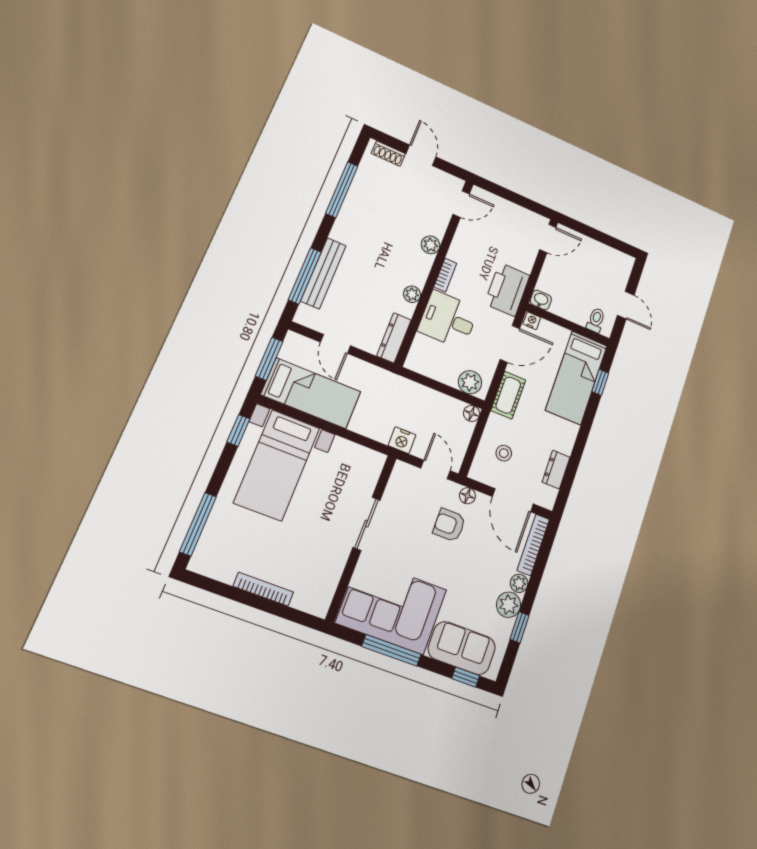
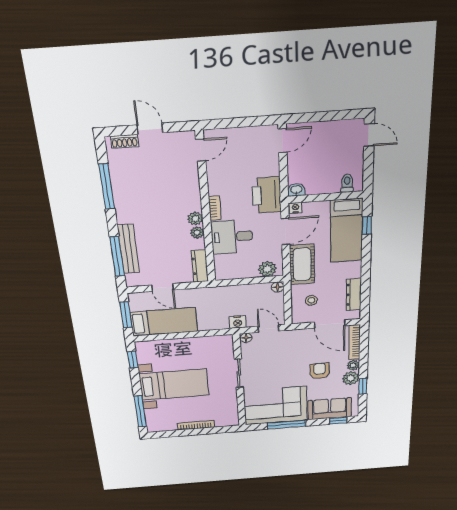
plant: (431, 245) -> (195, 219), moved
door: (626, 305) -> (369, 135), moved
cot: (508, 395) -> (302, 264), width x1.37, depth x1.34
bed with nightstands: (277, 465) -> (174, 385), moved, turned -90
dresser: (556, 470) -> (354, 294), width x1.44
floor lamp: (467, 496) -> (246, 338), moved
armchair: (449, 525) -> (320, 371), moved, turned 90

